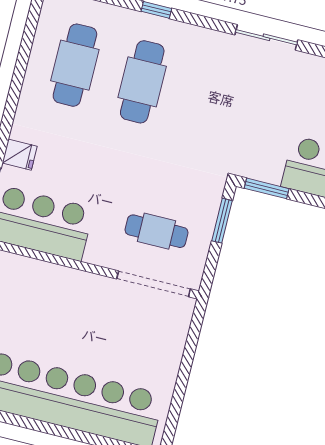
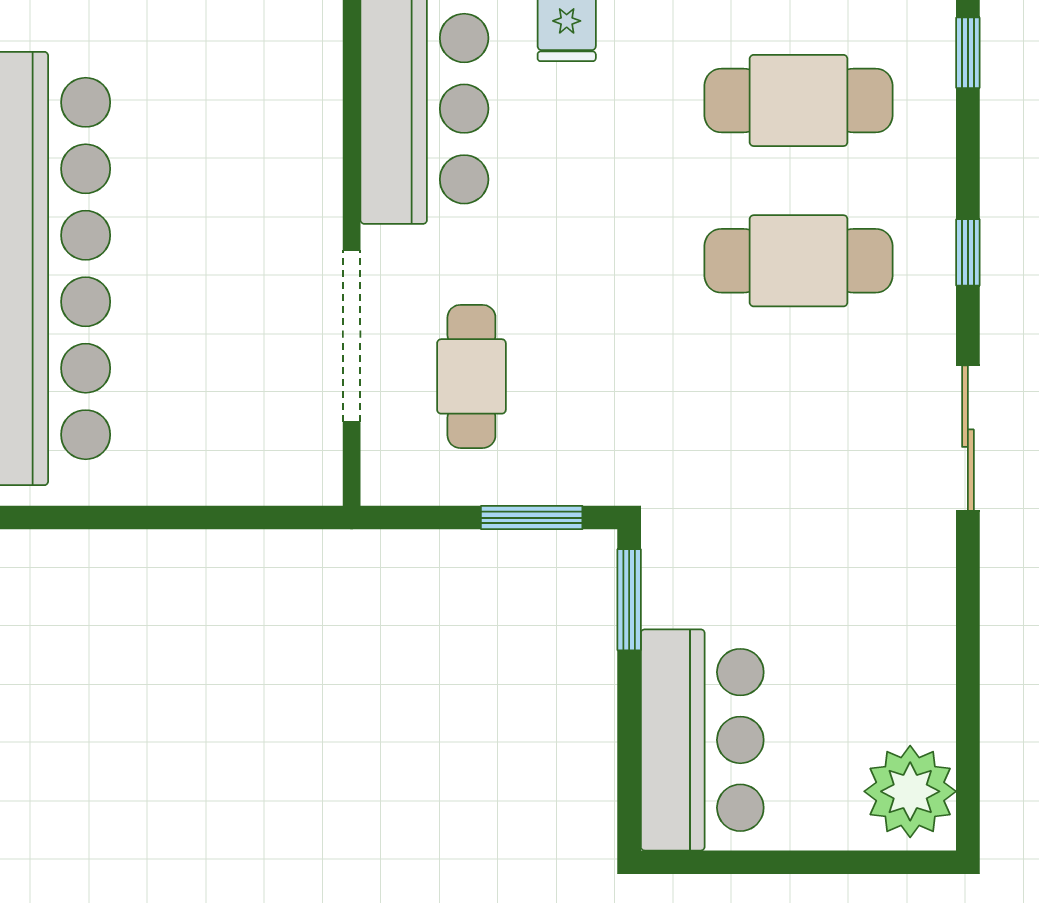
sliding door: (266, 37) -> (968, 438), moved
doorway: (154, 284) -> (352, 336), moved

